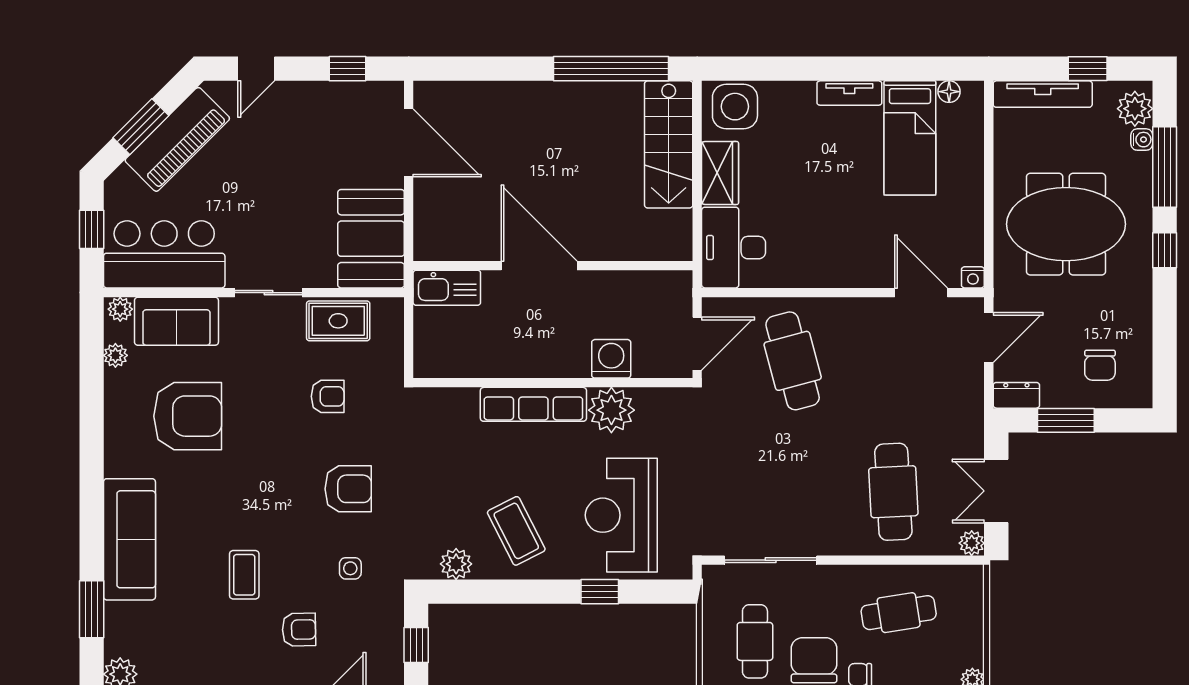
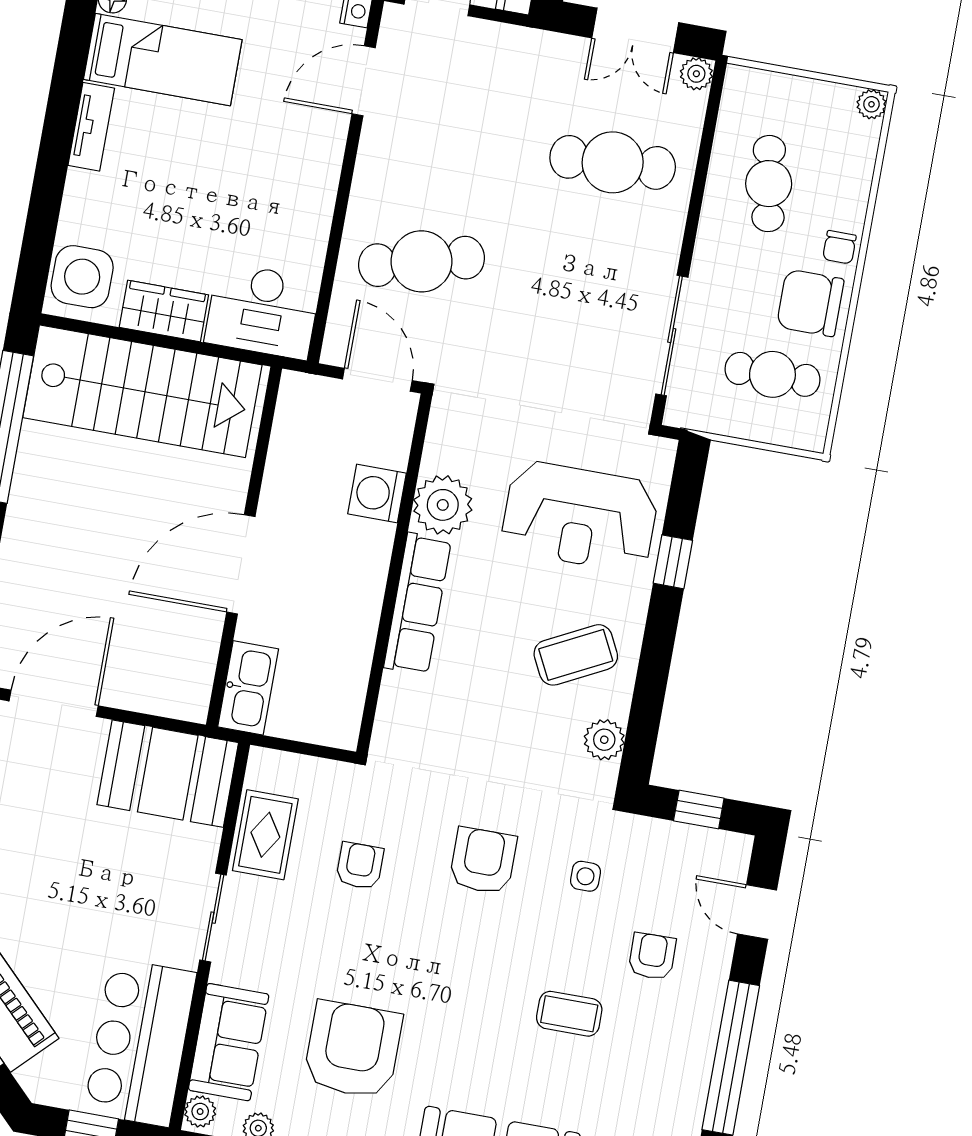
stairs: (669, 144) -> (142, 391), width x1.36, depth x1.51

